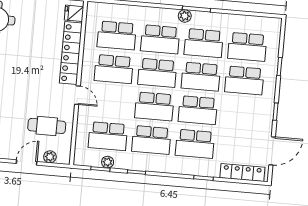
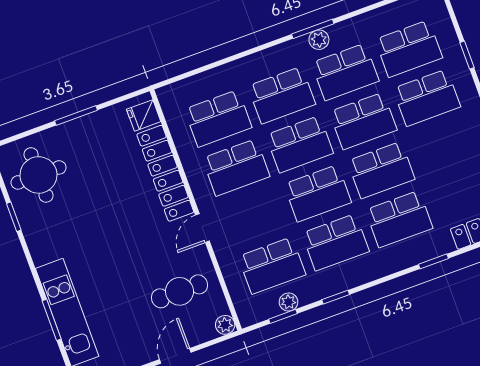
plant: (185, 16) -> (319, 40), moved
door: (77, 95) -> (202, 228), swing flipped
plant: (50, 157) -> (225, 325), moved

